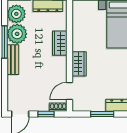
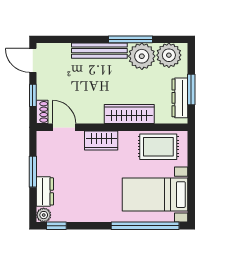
rug: (84, 22) -> (158, 147), added
wardrobe: (60, 43) -> (129, 114), width x1.50
bench: (13, 60) -> (99, 51), width x1.36

